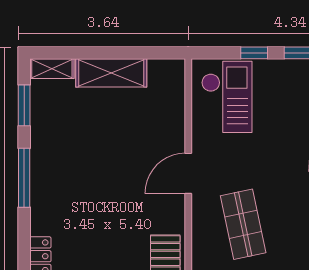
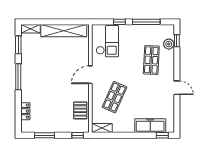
shelving: (111, 73) -> (64, 31), width x1.47
shop shelf: (243, 224) -> (115, 97), turned 36

